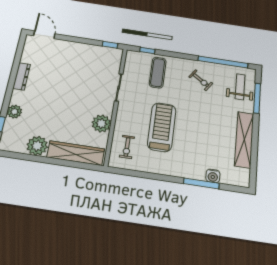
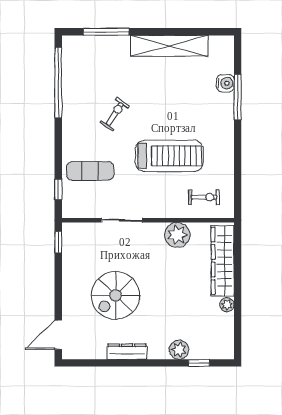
spiral stairs: (65, 75) -> (115, 295), added
exercise bike: (201, 80) -> (115, 114), moved
weight bench: (240, 87) -> (93, 56), removed
treadmill: (162, 127) -> (169, 156), turned 180
plant: (37, 146) -> (227, 305), width x0.53, depth x0.53

